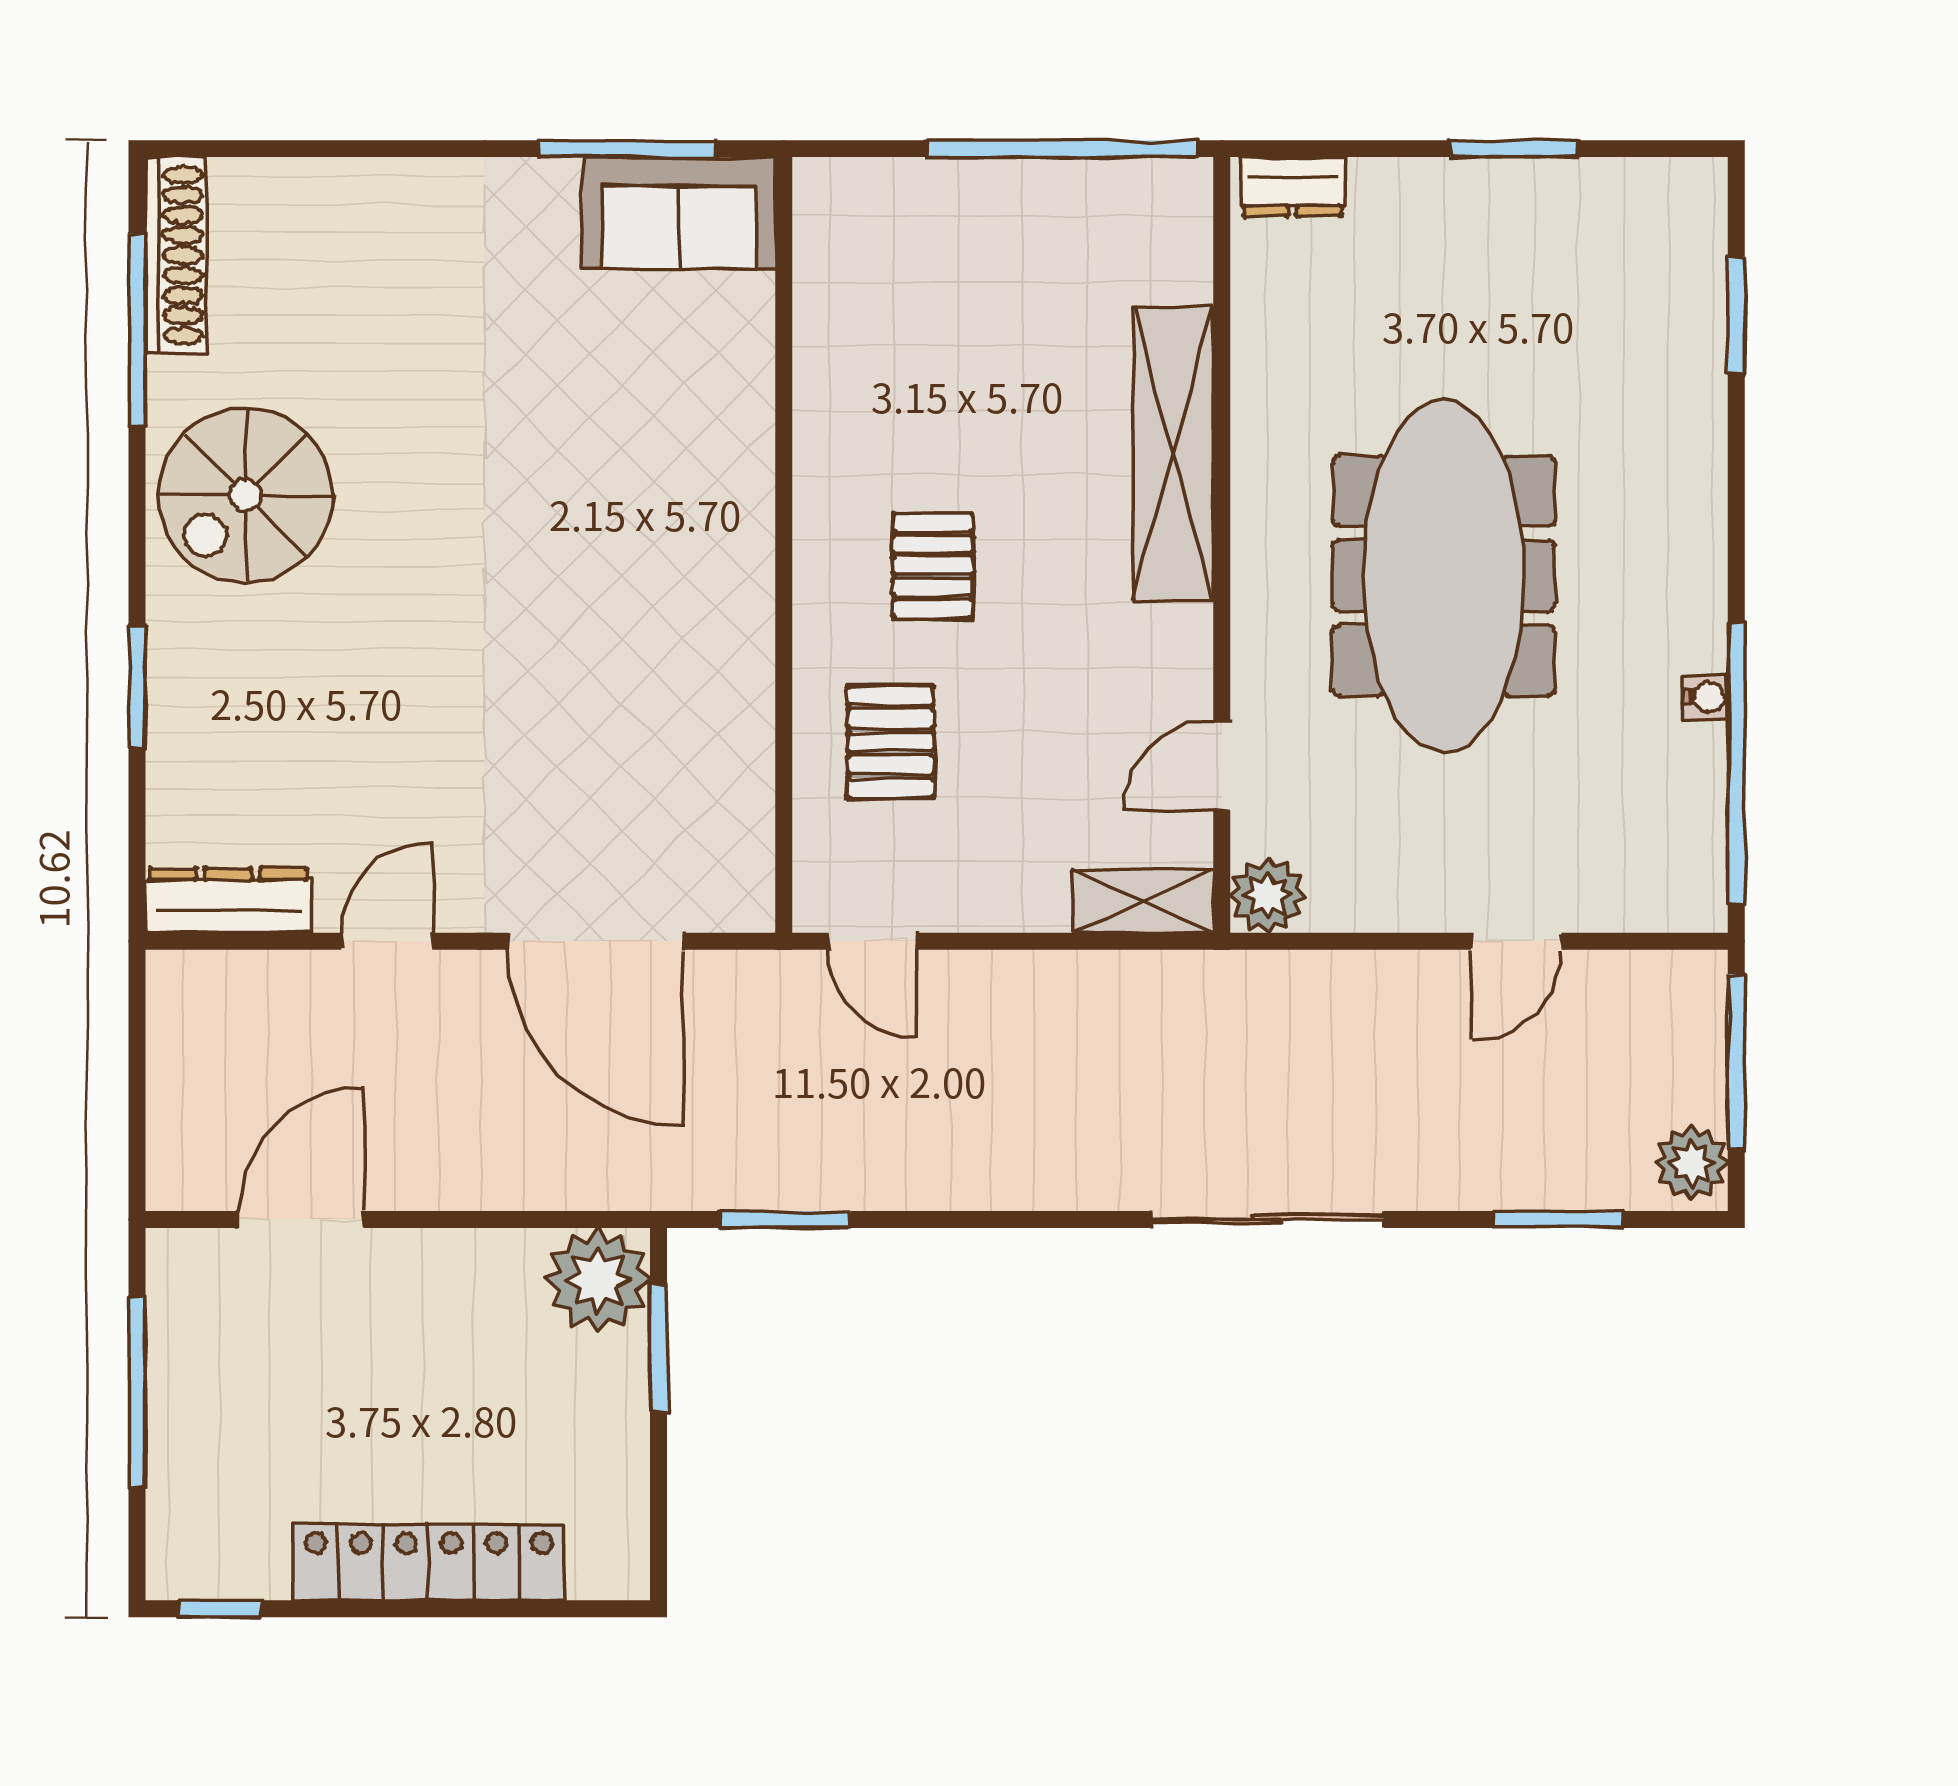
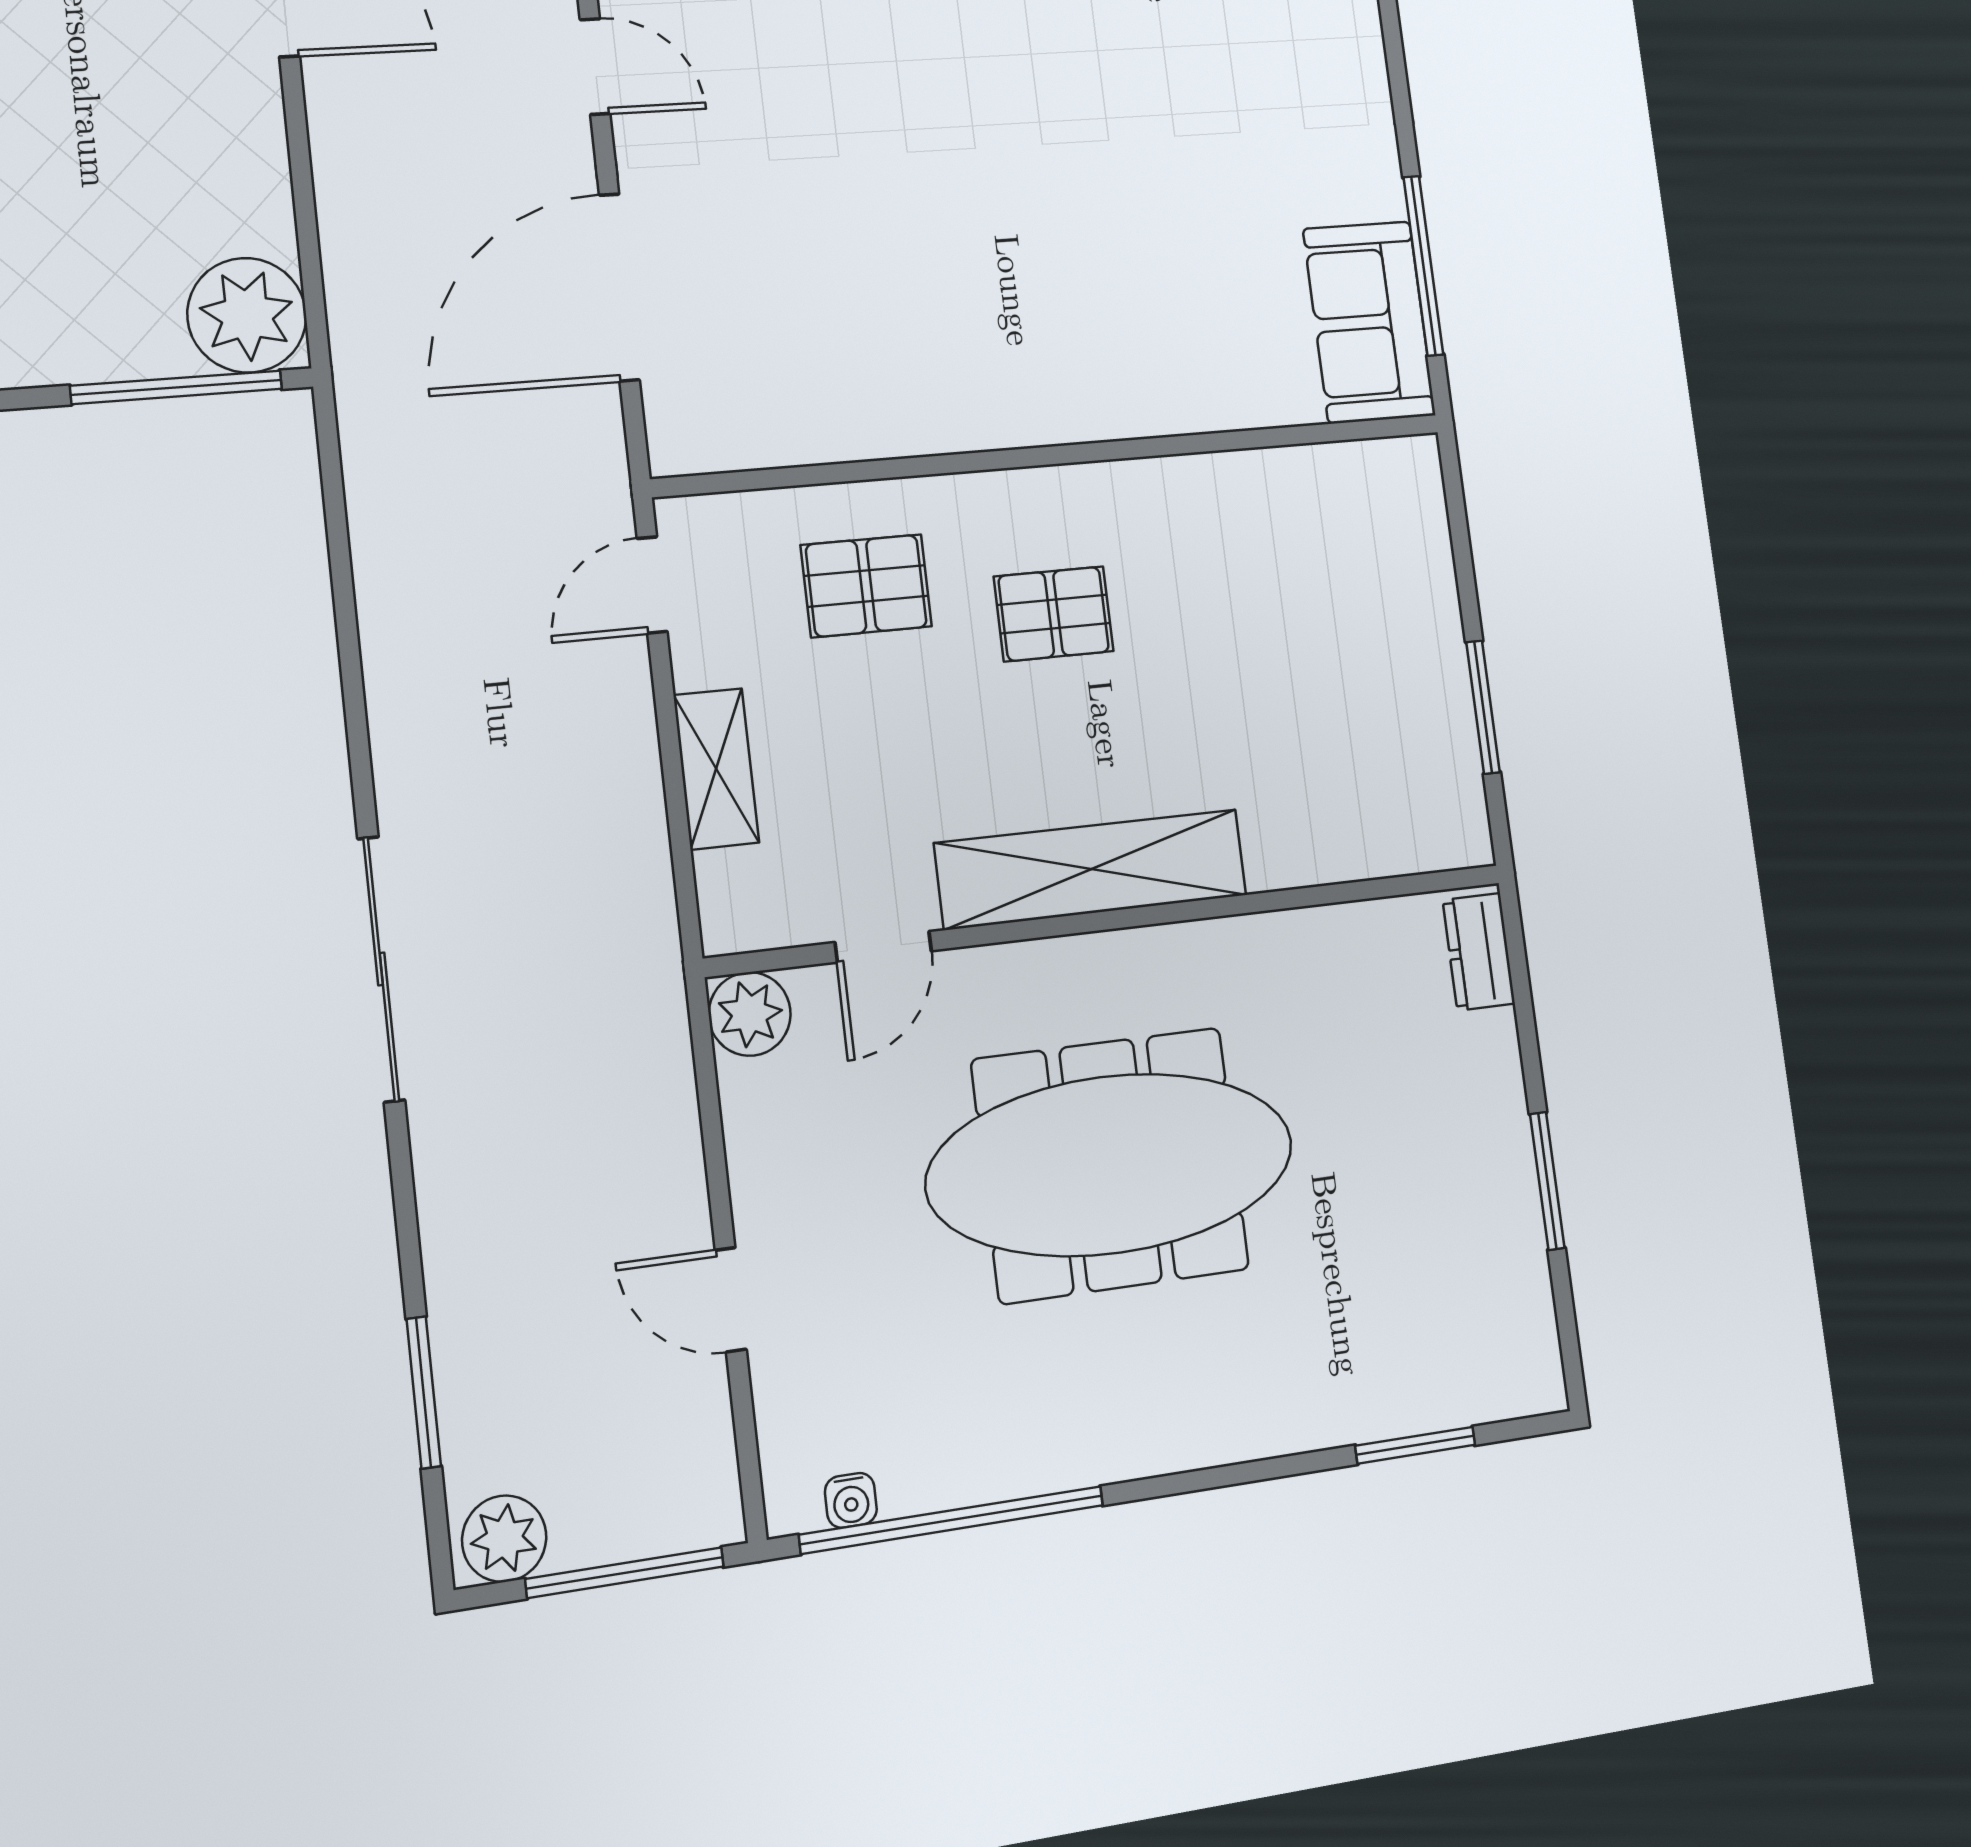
window: (1062, 149) -> (1483, 707), width x0.47
shelving: (1173, 454) -> (1091, 869), moved
water cooler: (1705, 697) -> (851, 1500), moved
door: (1222, 765) -> (883, 947), swing flipped
shelving: (1143, 901) -> (716, 769), moved
window: (785, 1219) -> (336, 516), removed
sliding door: (1267, 1219) -> (381, 969), moved
window: (659, 1348) -> (177, 387), width x1.44

